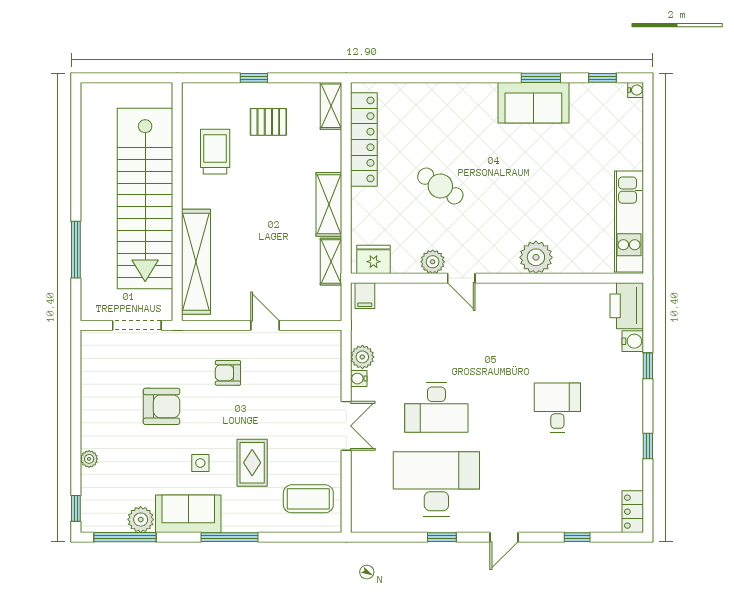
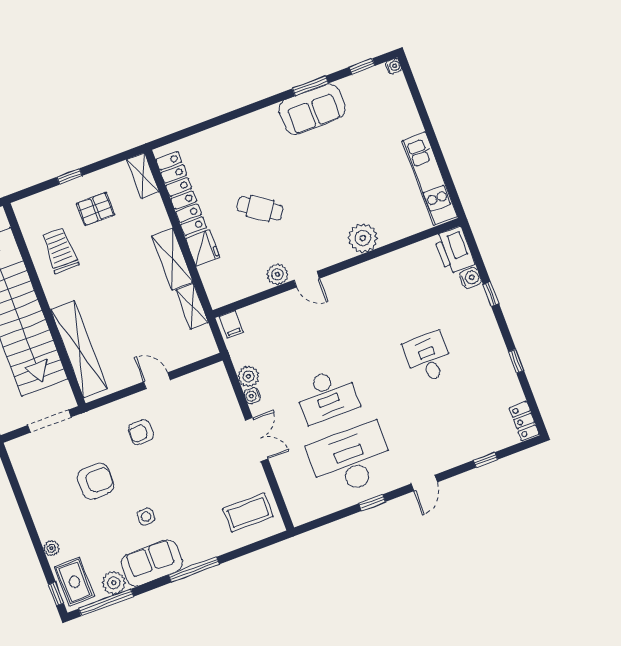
fridge: (373, 259) -> (203, 248), moved, turned 90
rug: (252, 463) -> (74, 582), moved

